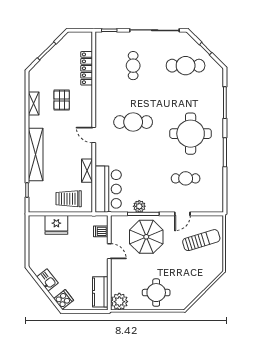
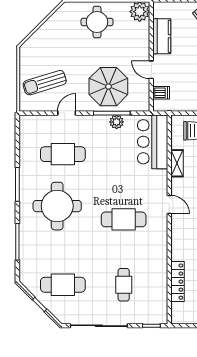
cafe table: (186, 178) -> (63, 154), width x1.37, depth x1.35
kitchen counter: (100, 292) -> (162, 36), moved

